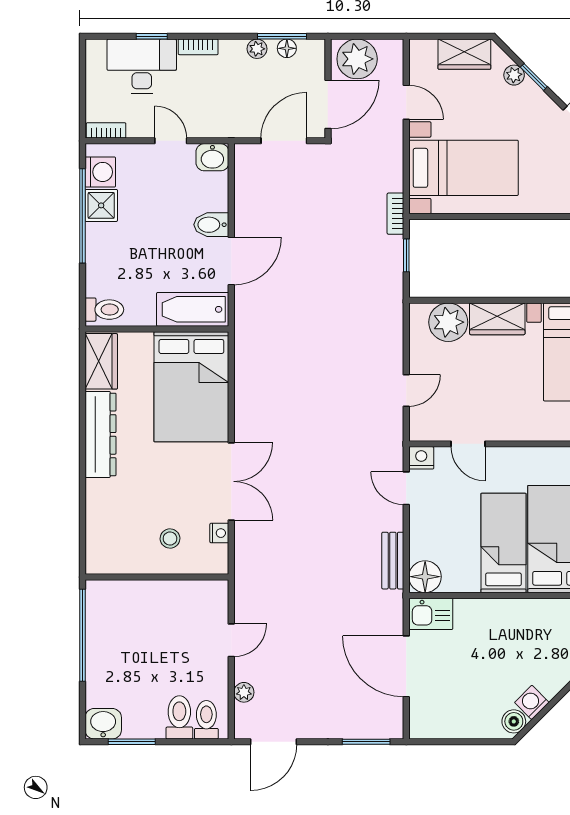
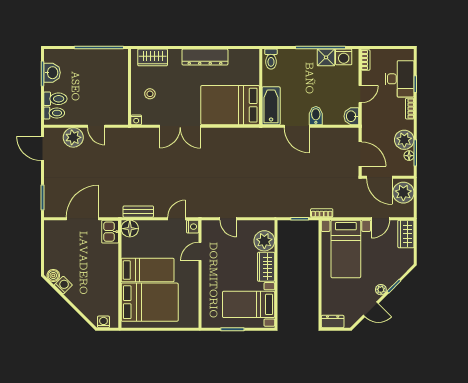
plant: (257, 49) -> (404, 140), width x1.88, depth x1.88
wardrobe: (464, 54) -> (406, 234), moved
plant: (514, 75) -> (381, 290), moved
wardrobe: (101, 361) -> (153, 57), moved
nightstand: (219, 533) -> (136, 120), moved
plant: (244, 692) -> (73, 137), width x1.88, depth x1.88
washbasin: (103, 724) -> (52, 73), moved

